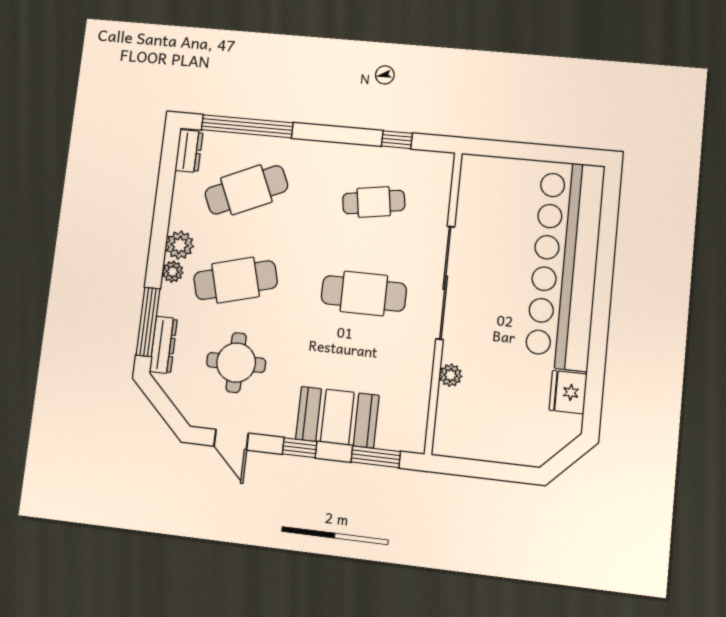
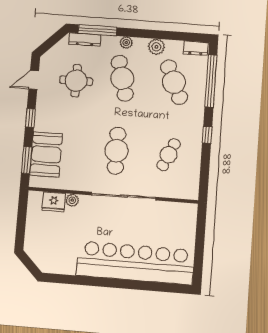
window: (397, 140) -> (207, 135), moved
cafe table: (374, 202) -> (169, 155), turned 33
plant: (180, 245) -> (156, 47), moved
fridge: (568, 392) -> (54, 202), moved, turned 180
booth: (337, 417) -> (46, 154), moved

